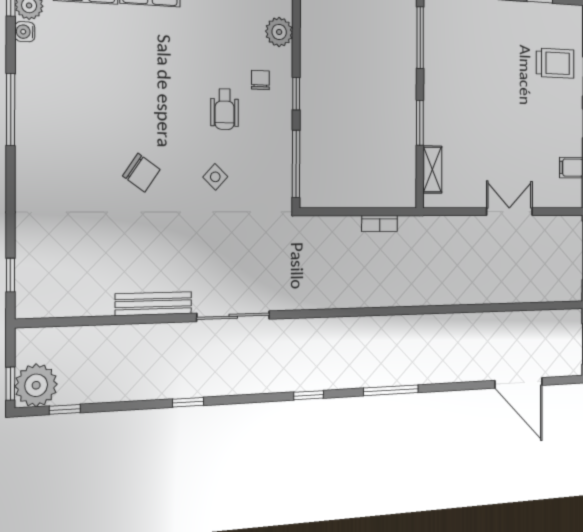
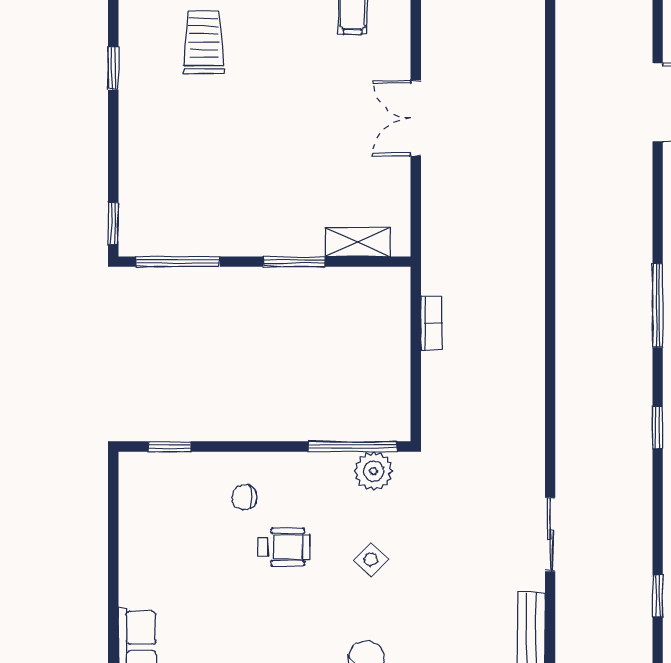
plant: (279, 32) -> (374, 471), moved
window: (296, 94) -> (170, 447), moved
sliding door: (233, 316) -> (550, 534), width x0.73

